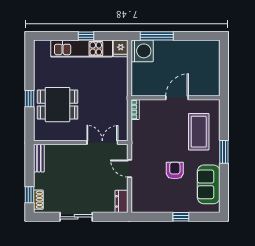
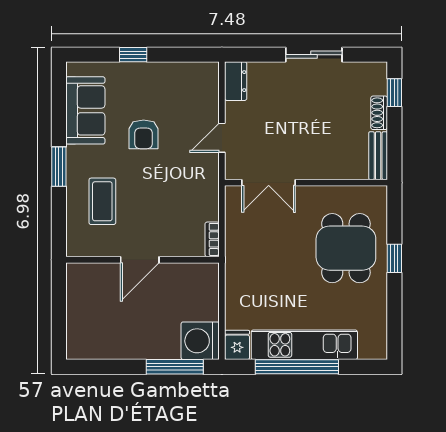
window: (86, 36) -> (297, 367), width x3.17
dining table: (58, 105) -> (346, 248), turned 90
coffee table: (199, 132) -> (102, 201), width x0.73, depth x0.76
door: (129, 169) -> (222, 138), swing flipped
shoe rack: (38, 200) -> (379, 113), moved

